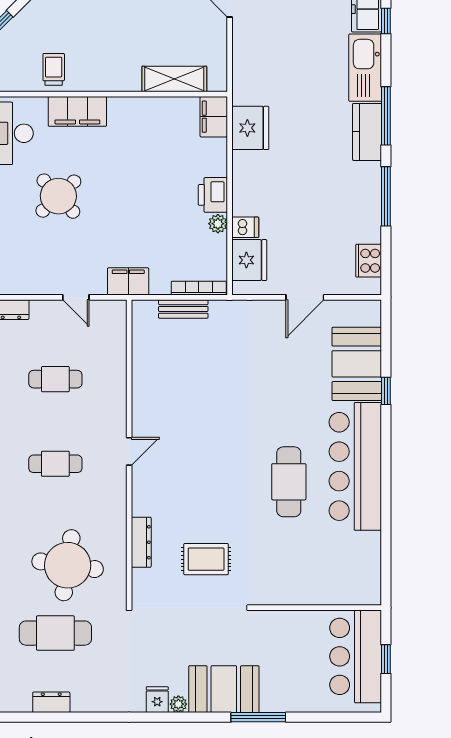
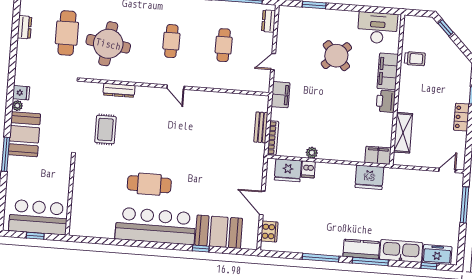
printer: (213, 195) -> (386, 101), moved, turned -90
cooker: (369, 261) -> (269, 232), moved, turned 90

